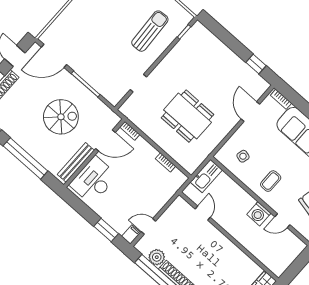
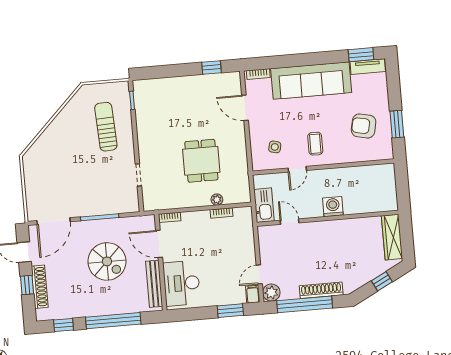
dining table: (187, 116) -> (201, 161), width x0.73
spiral stairs: (61, 117) -> (107, 261), turned 90
door: (106, 140) -> (159, 244), swing flipped
plant: (171, 151) -> (217, 200), added
kitchen sink: (206, 176) -> (264, 205), moved
washing machine: (259, 214) -> (333, 207), moved, turned 180
door: (282, 221) -> (297, 169), moved
plant: (157, 257) -> (271, 293), moved

